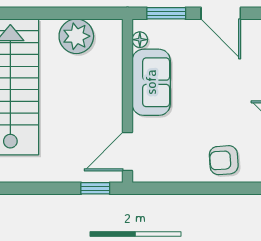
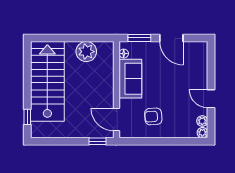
door: (127, 152) -> (116, 120), hinge flipped
armchair: (224, 160) -> (153, 116), moved

